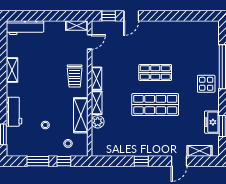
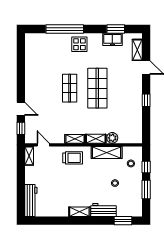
shelving: (12, 70) -> (79, 212), moved

